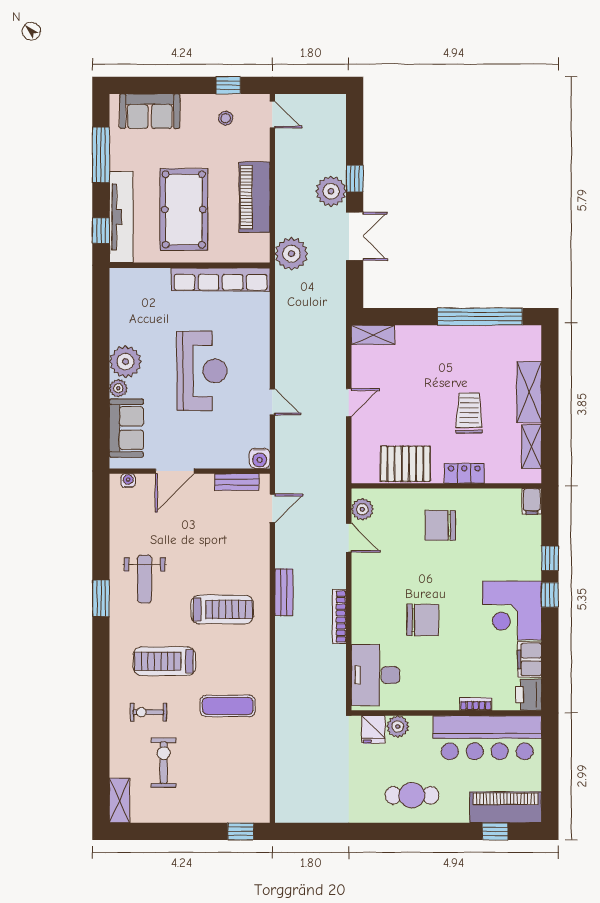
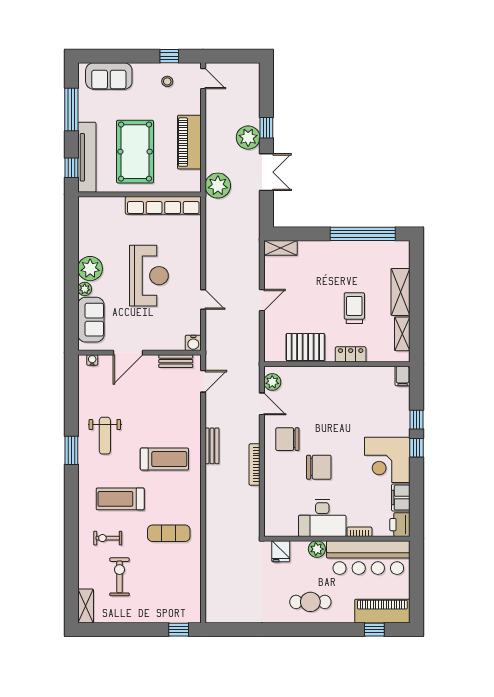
chair: (440, 525) -> (287, 439), moved
desk: (375, 675) -> (322, 518), moved, turned -90
plant: (398, 726) -> (317, 549), moved

